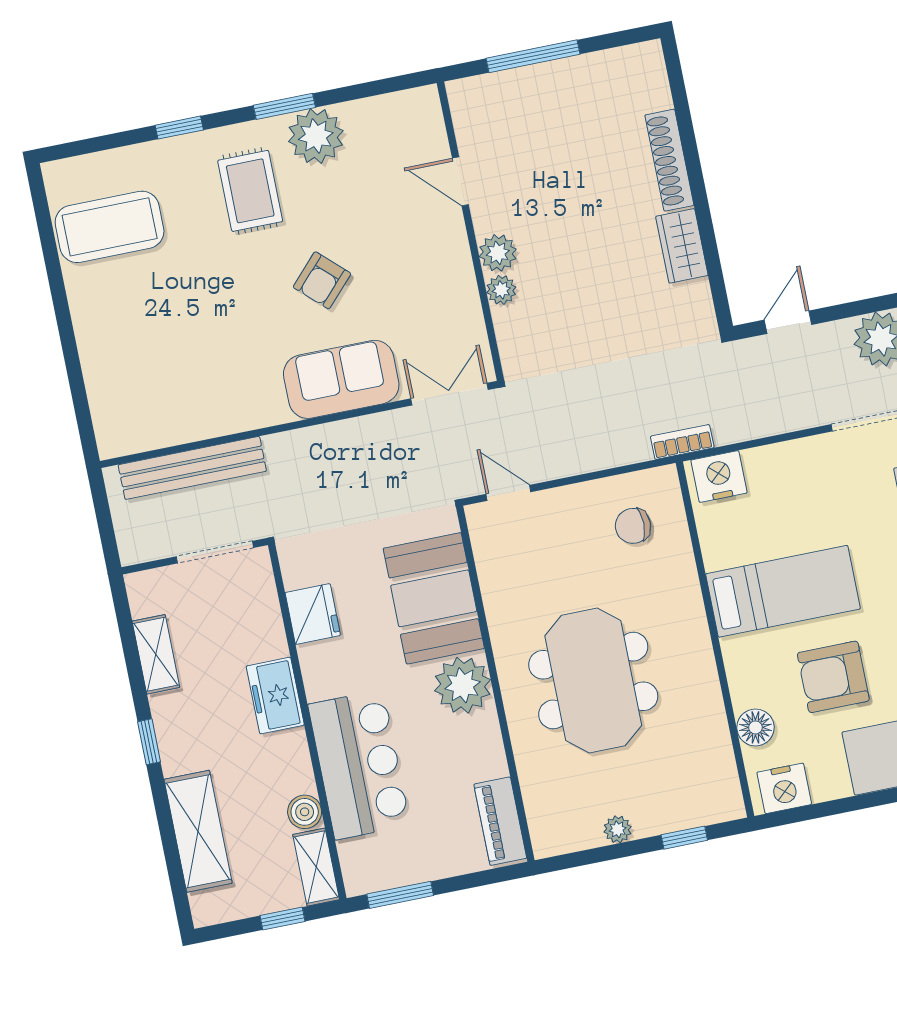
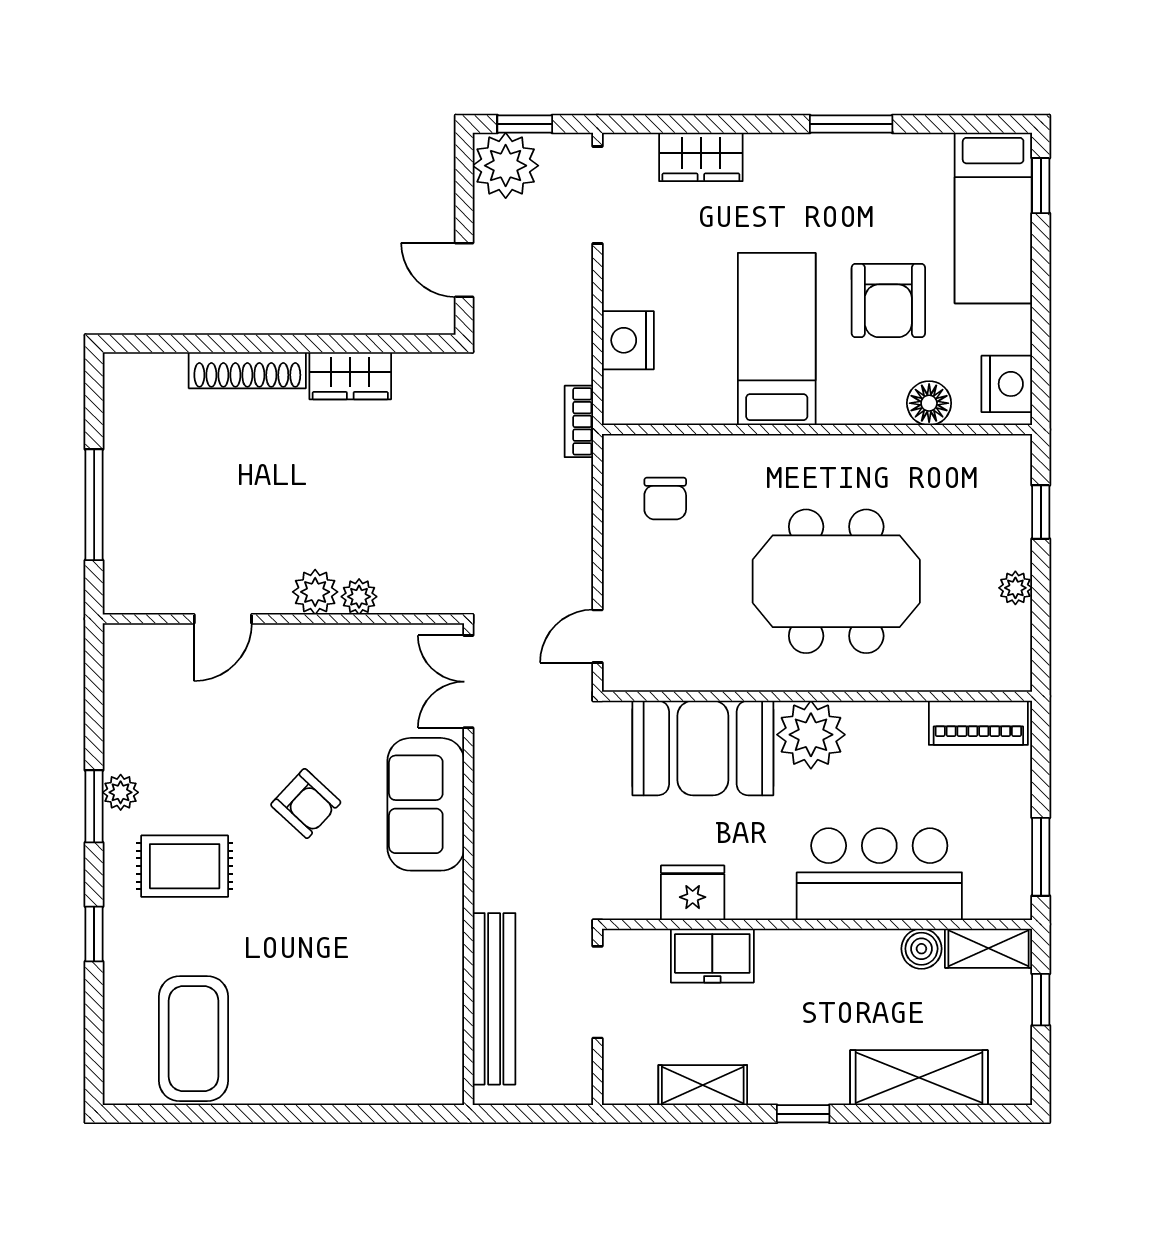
plant: (316, 136) -> (121, 792), width x0.53, depth x0.53
nightstand: (719, 476) -> (628, 340), moved
freezer: (275, 696) -> (712, 956), moved

